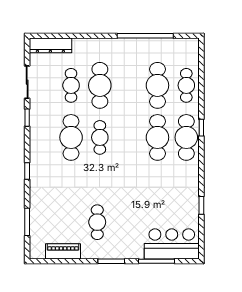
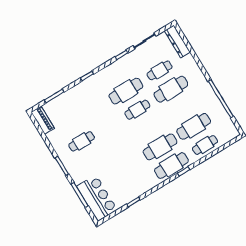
piano: (63, 251) -> (43, 120), moved

